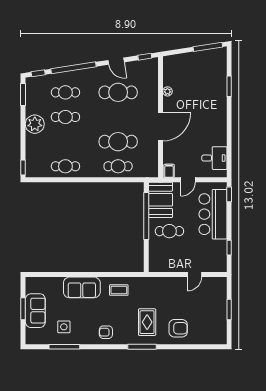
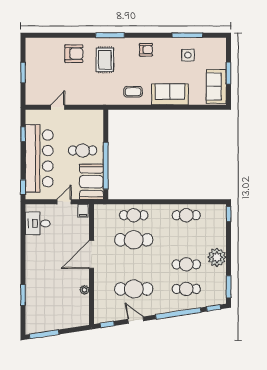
bar counter: (213, 214) -> (39, 158), width x1.36
sofa: (35, 311) -> (216, 87), moved
armchair: (178, 328) -> (74, 54), turned 180

